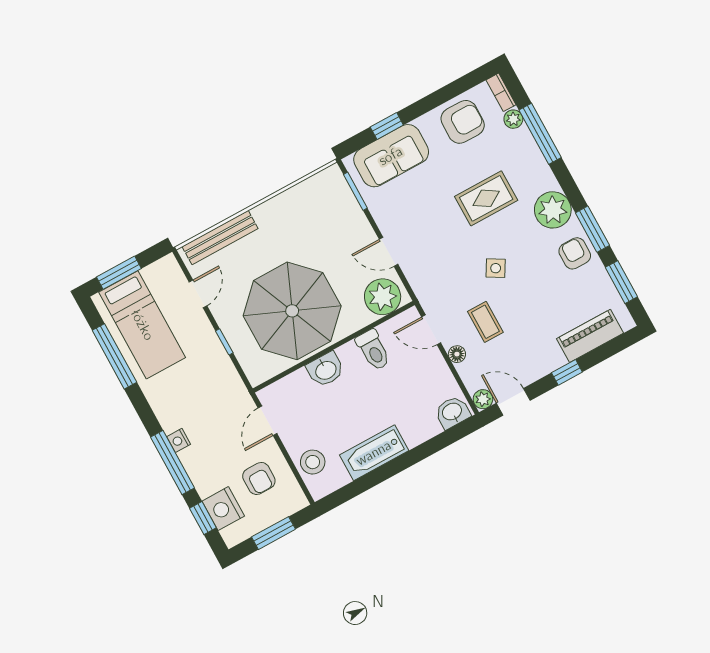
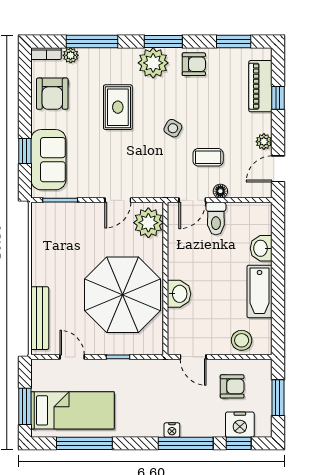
armchair: (463, 122) -> (52, 94), turned 180
window: (592, 229) -> (163, 42), moved
armchair: (575, 253) -> (194, 64), turned 180
toilet: (373, 350) -> (216, 219), moved, turned 90
window: (567, 372) -> (278, 98), moved
plant: (483, 399) -> (264, 142), moved
washbasin: (452, 412) -> (261, 248), moved

